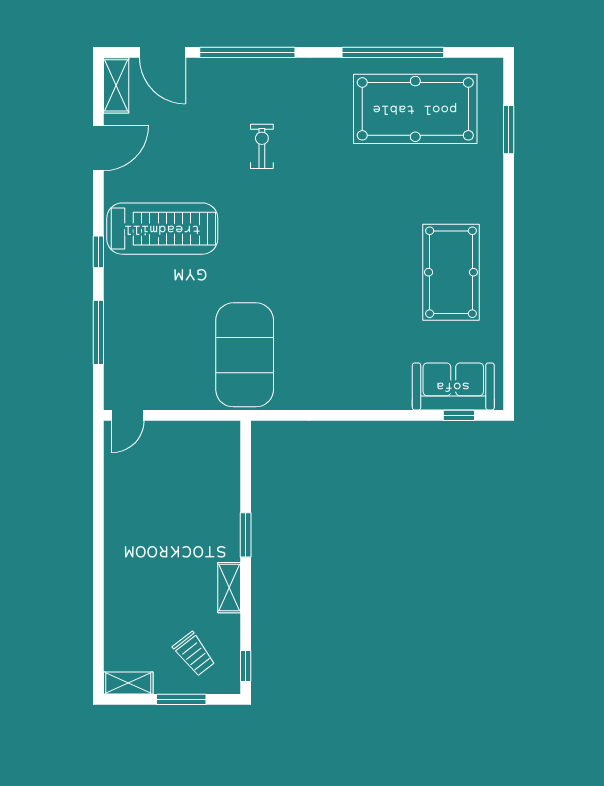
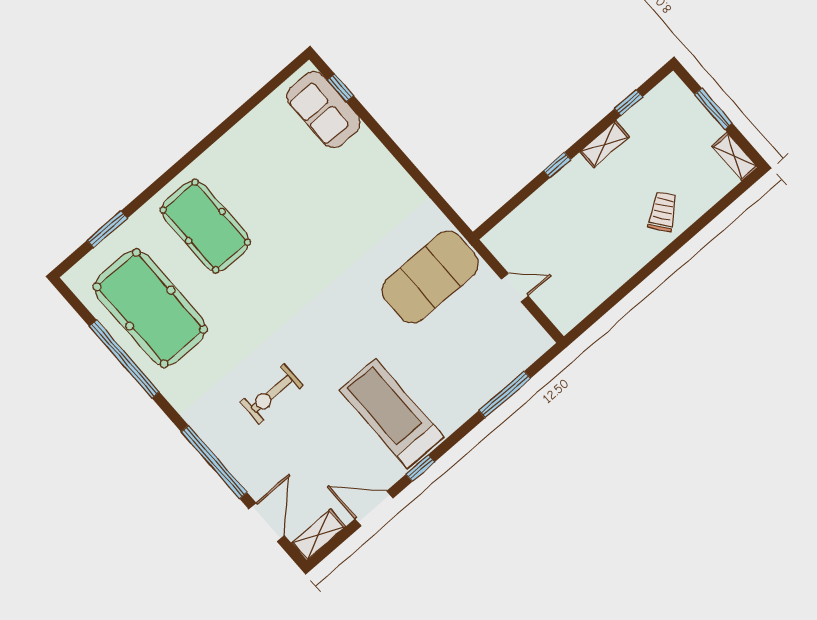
exercise bike: (262, 146) -> (272, 394), width x1.38, depth x1.39
window: (98, 252) -> (420, 468), moved
pool table: (451, 272) -> (205, 226), moved, turned 90
door: (128, 415) -> (515, 287), moved
window: (246, 535) -> (557, 165), width x0.67
trolley: (194, 654) -> (663, 211), moved
window: (246, 666) -> (628, 103), moved

